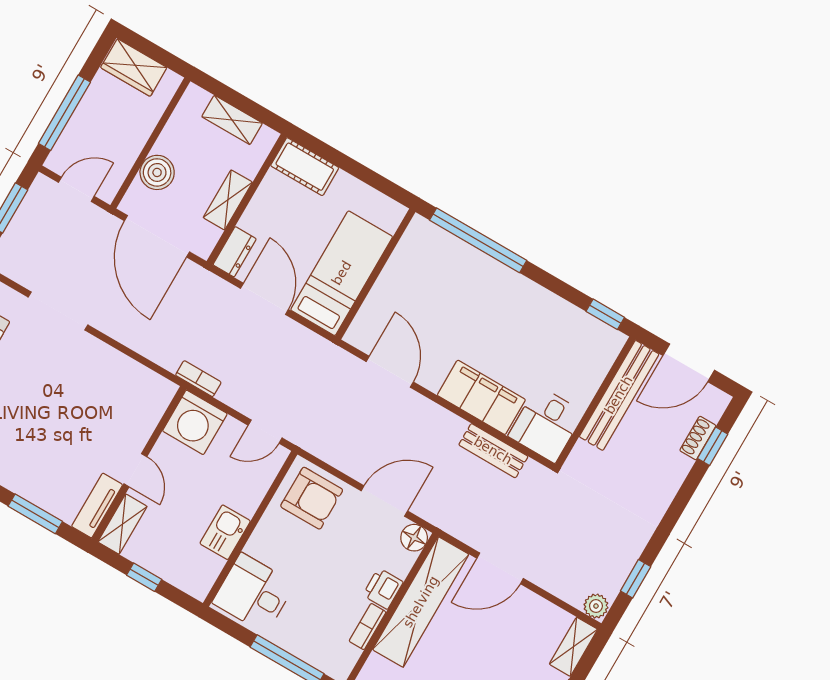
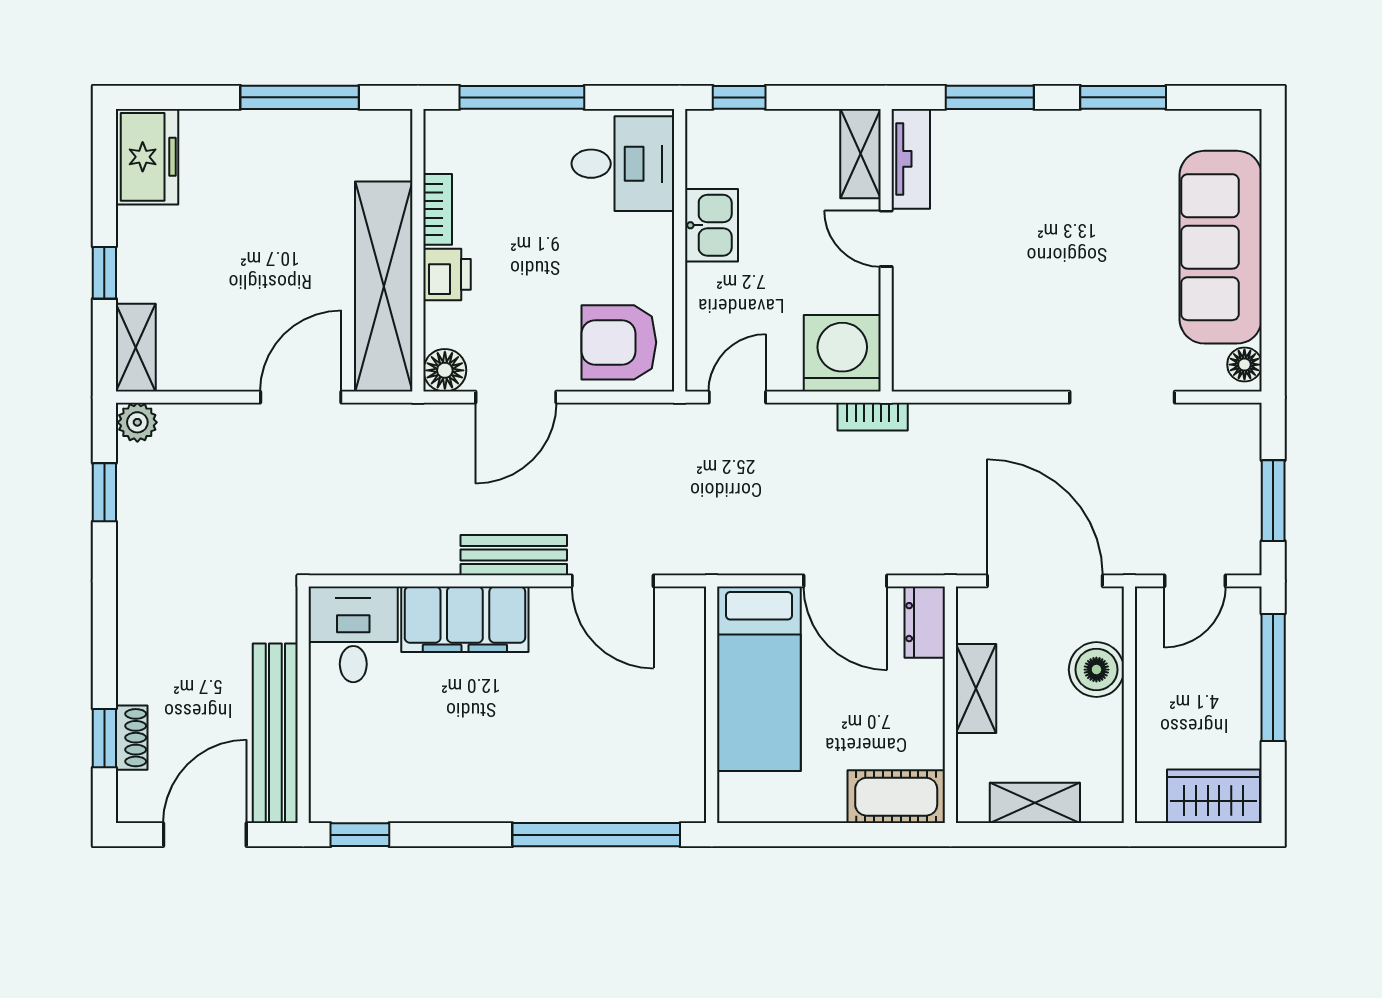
bench: (493, 451) -> (514, 555), moved
window: (144, 577) -> (739, 97), moved

